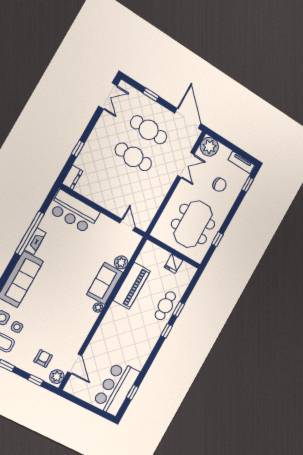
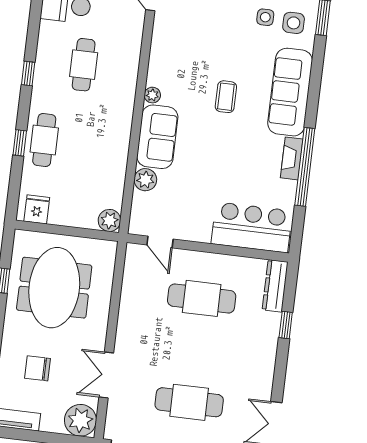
cafe table: (133, 157) -> (202, 298), moved
dresser: (72, 177) -> (275, 286), width x1.44
plant: (149, 248) -> (109, 220), added
fridge: (174, 264) -> (37, 209), moved
piano: (132, 286) -> (113, 150), removed
coffee table: (58, 291) -> (226, 97), added
window: (167, 331) -> (28, 73), moved
cafe table: (128, 338) -> (84, 65), added

